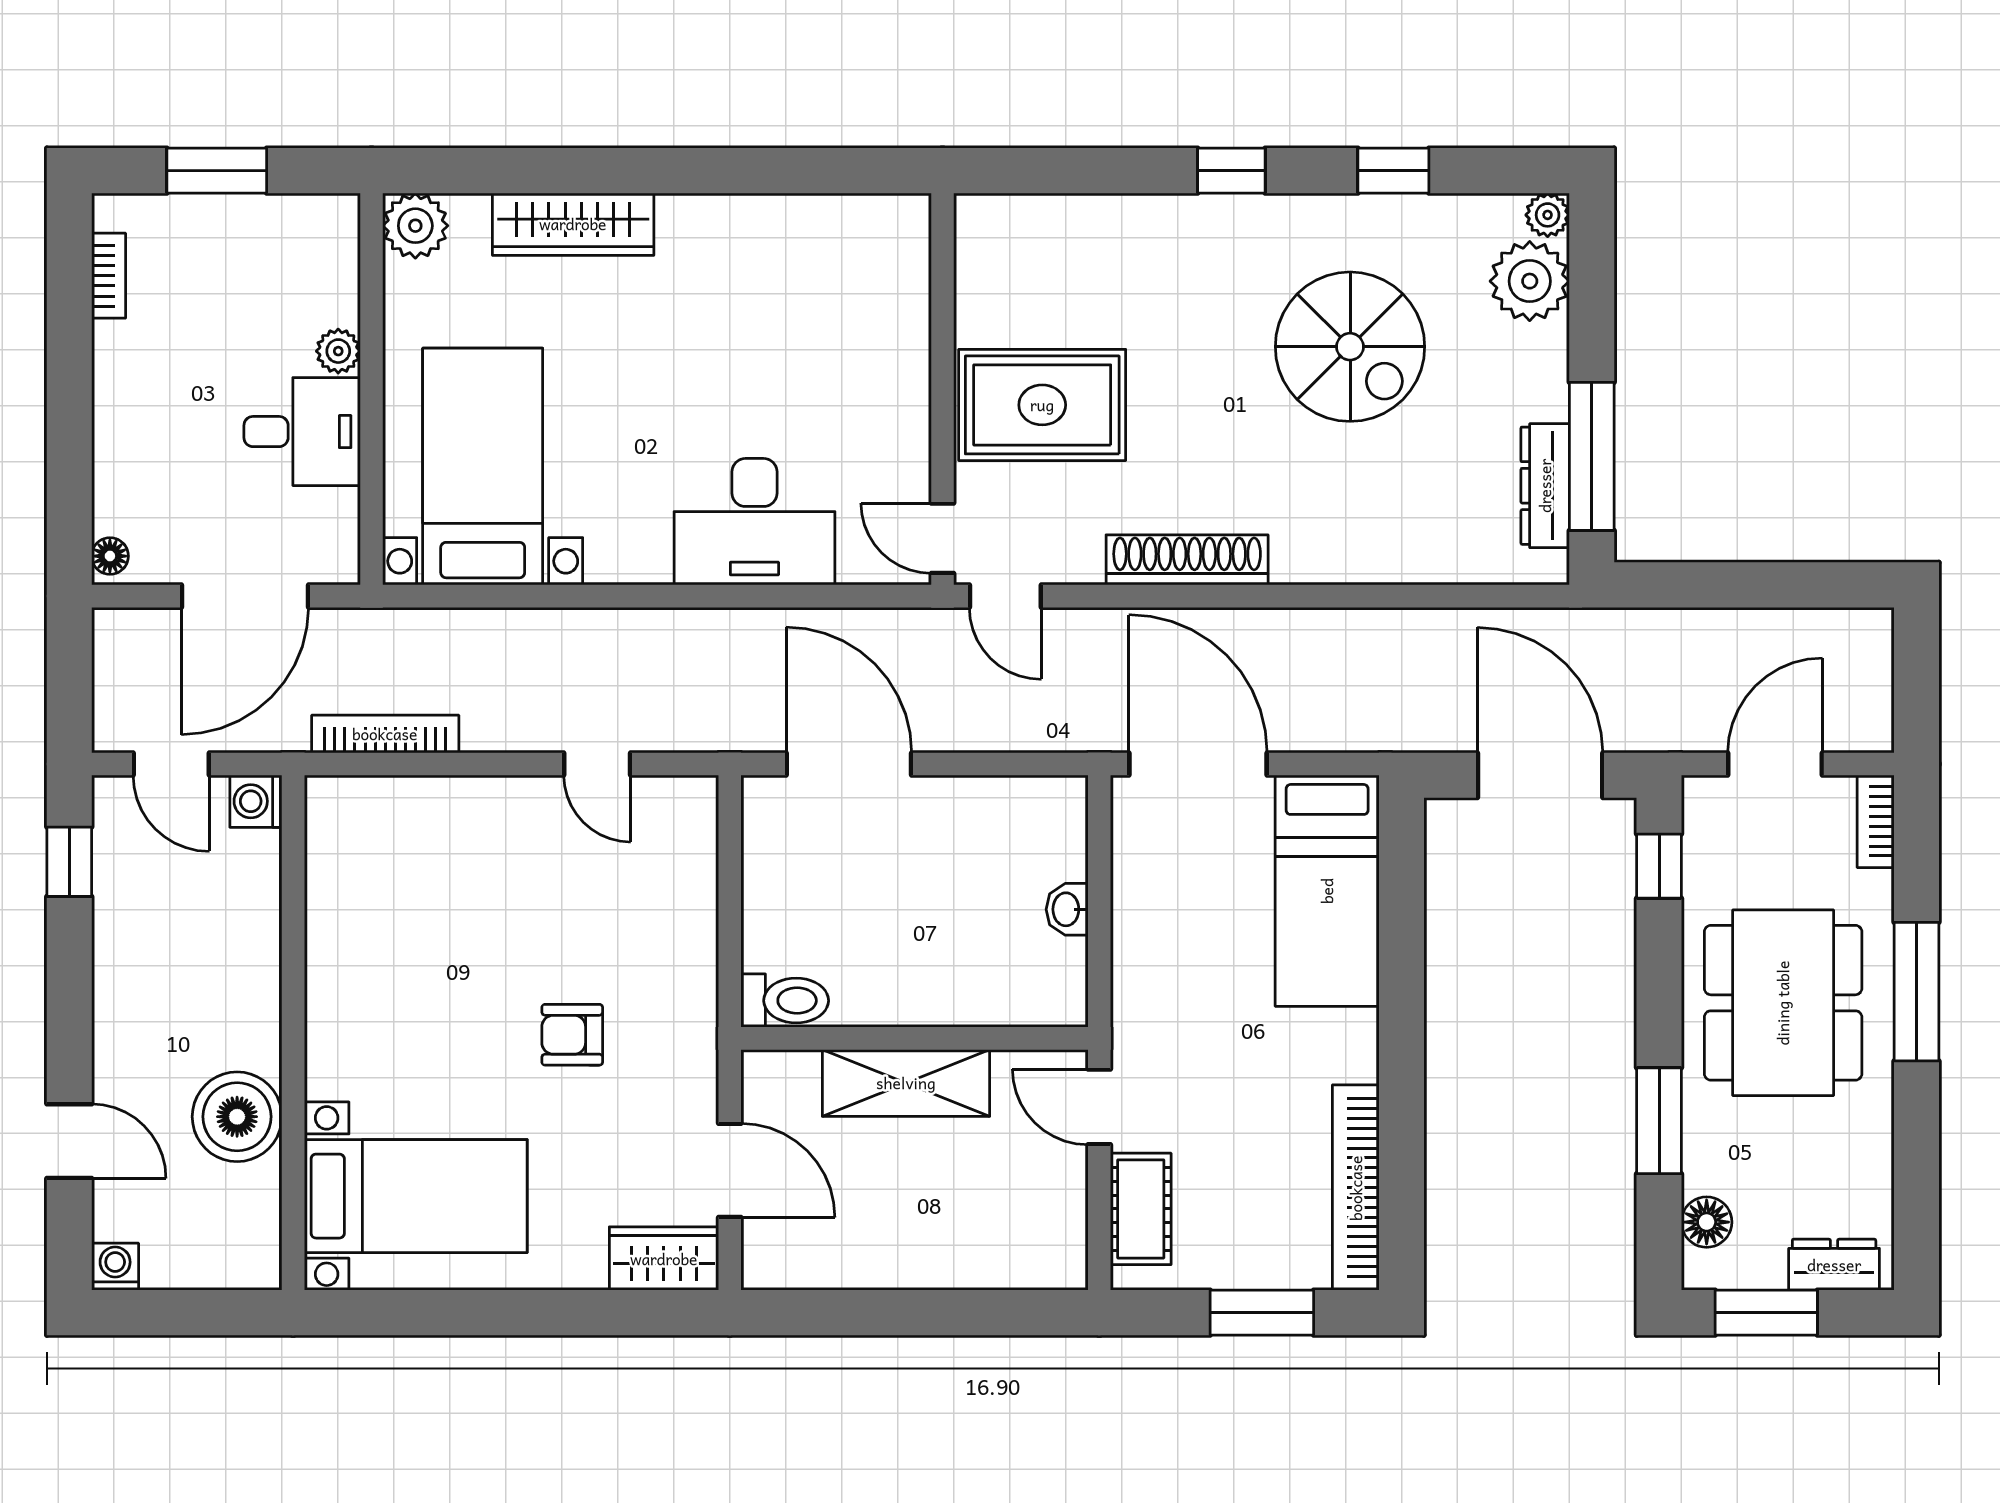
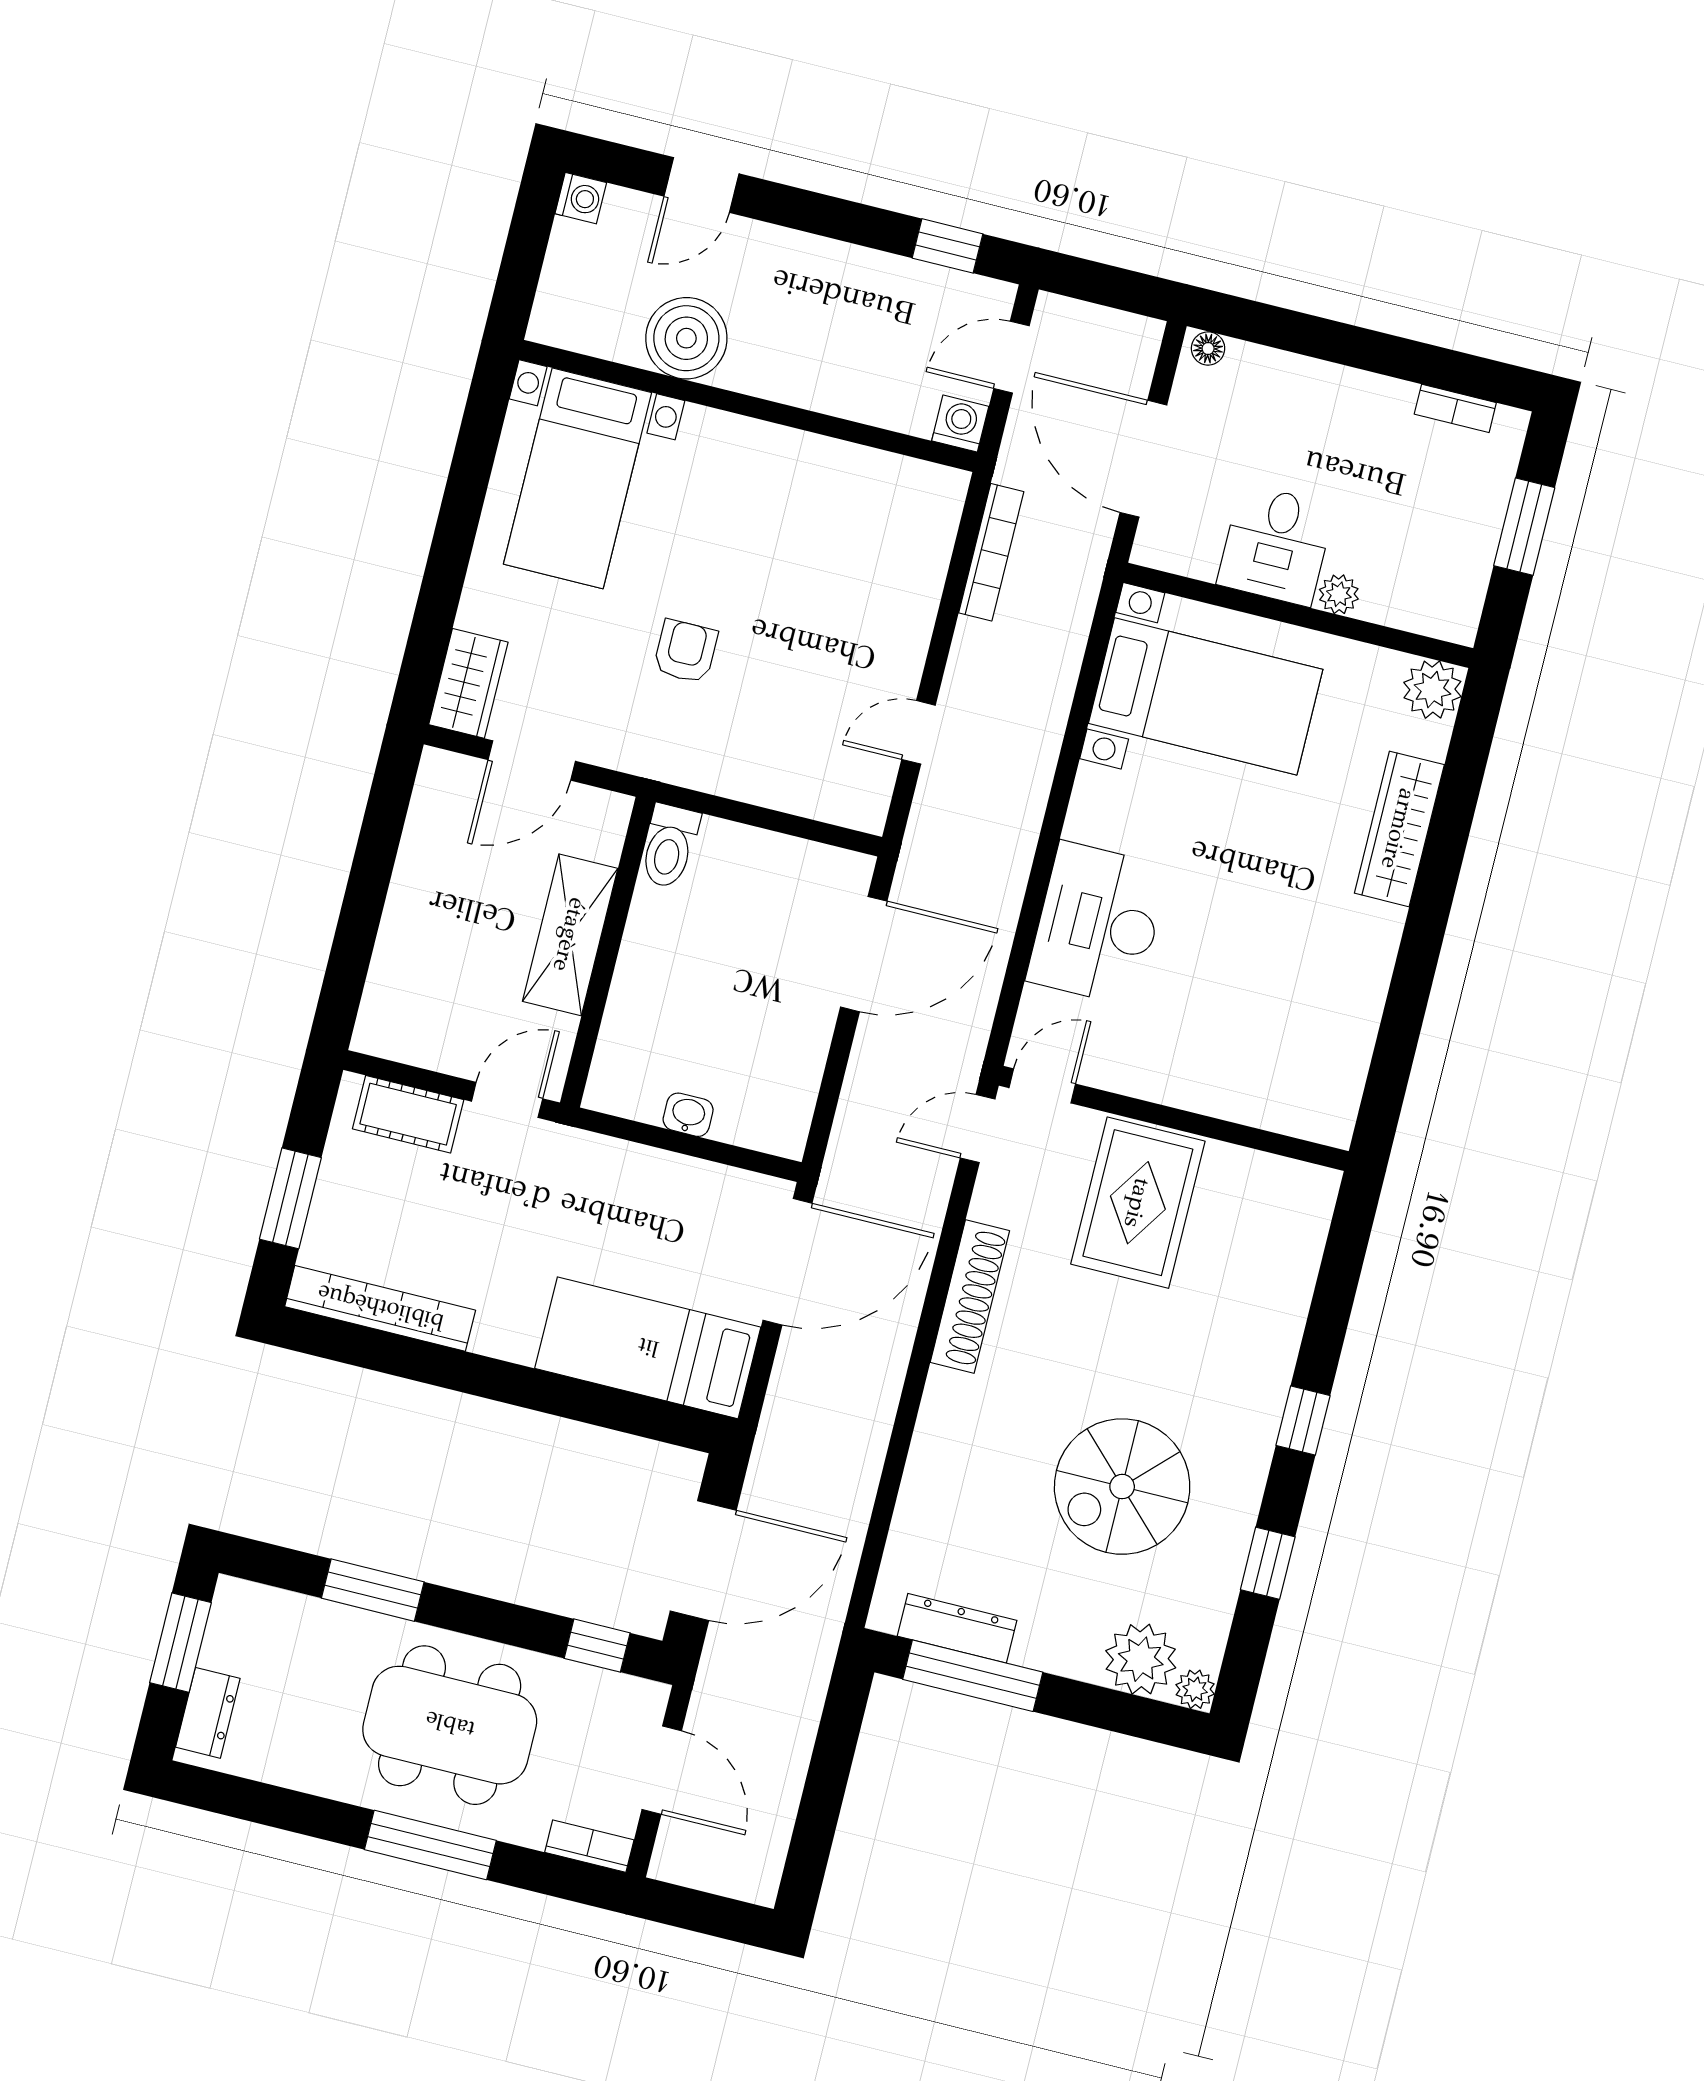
floor lamp: (1707, 1222) -> (273, 1610), removed

